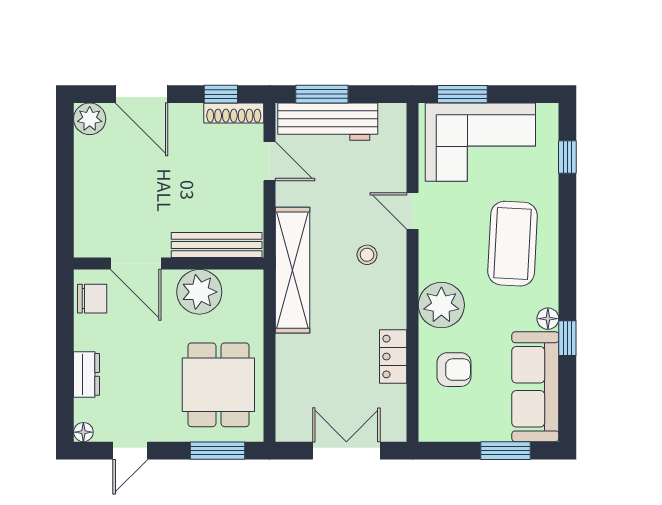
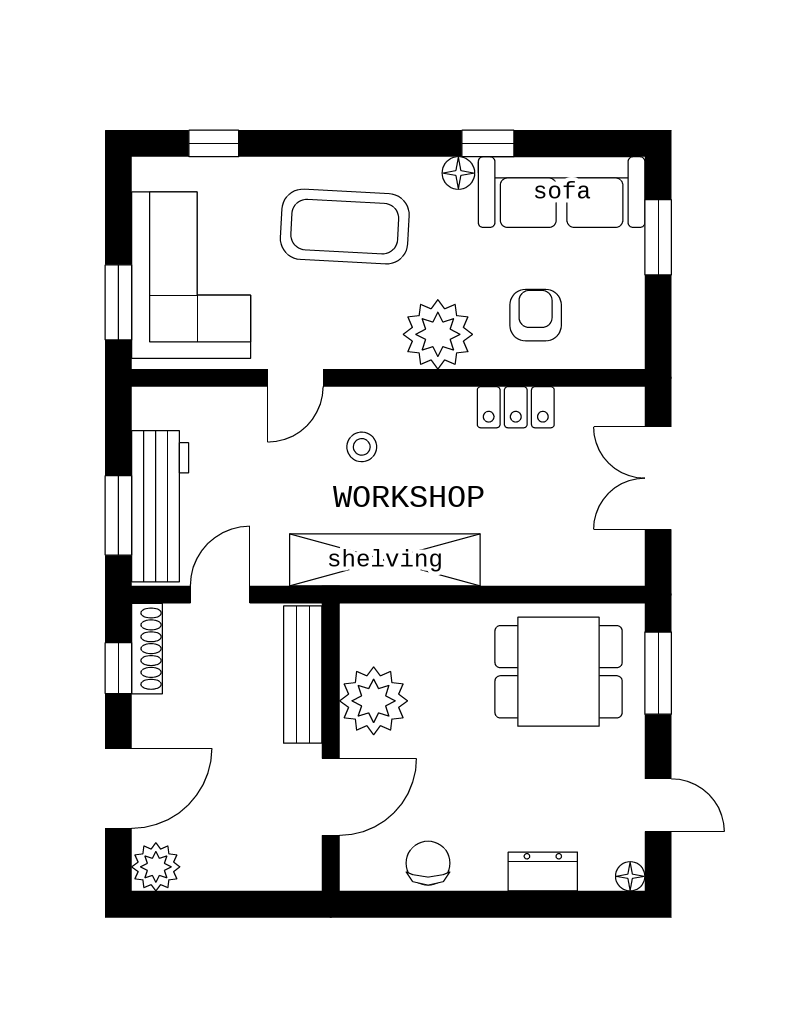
bench: (217, 245) -> (303, 675), moved
door: (136, 264) -> (331, 797), moved
wall: (169, 264) -> (331, 747), moved
plant: (199, 292) -> (374, 701), moved

